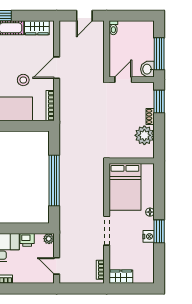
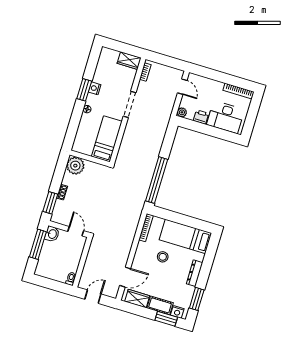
door: (57, 68) -> (125, 277), moved
door: (123, 80) -> (76, 231), swing flipped
plant: (144, 135) -> (75, 166), moved
window: (54, 181) -> (157, 180), moved
bed: (125, 187) -> (107, 139), width x0.67

